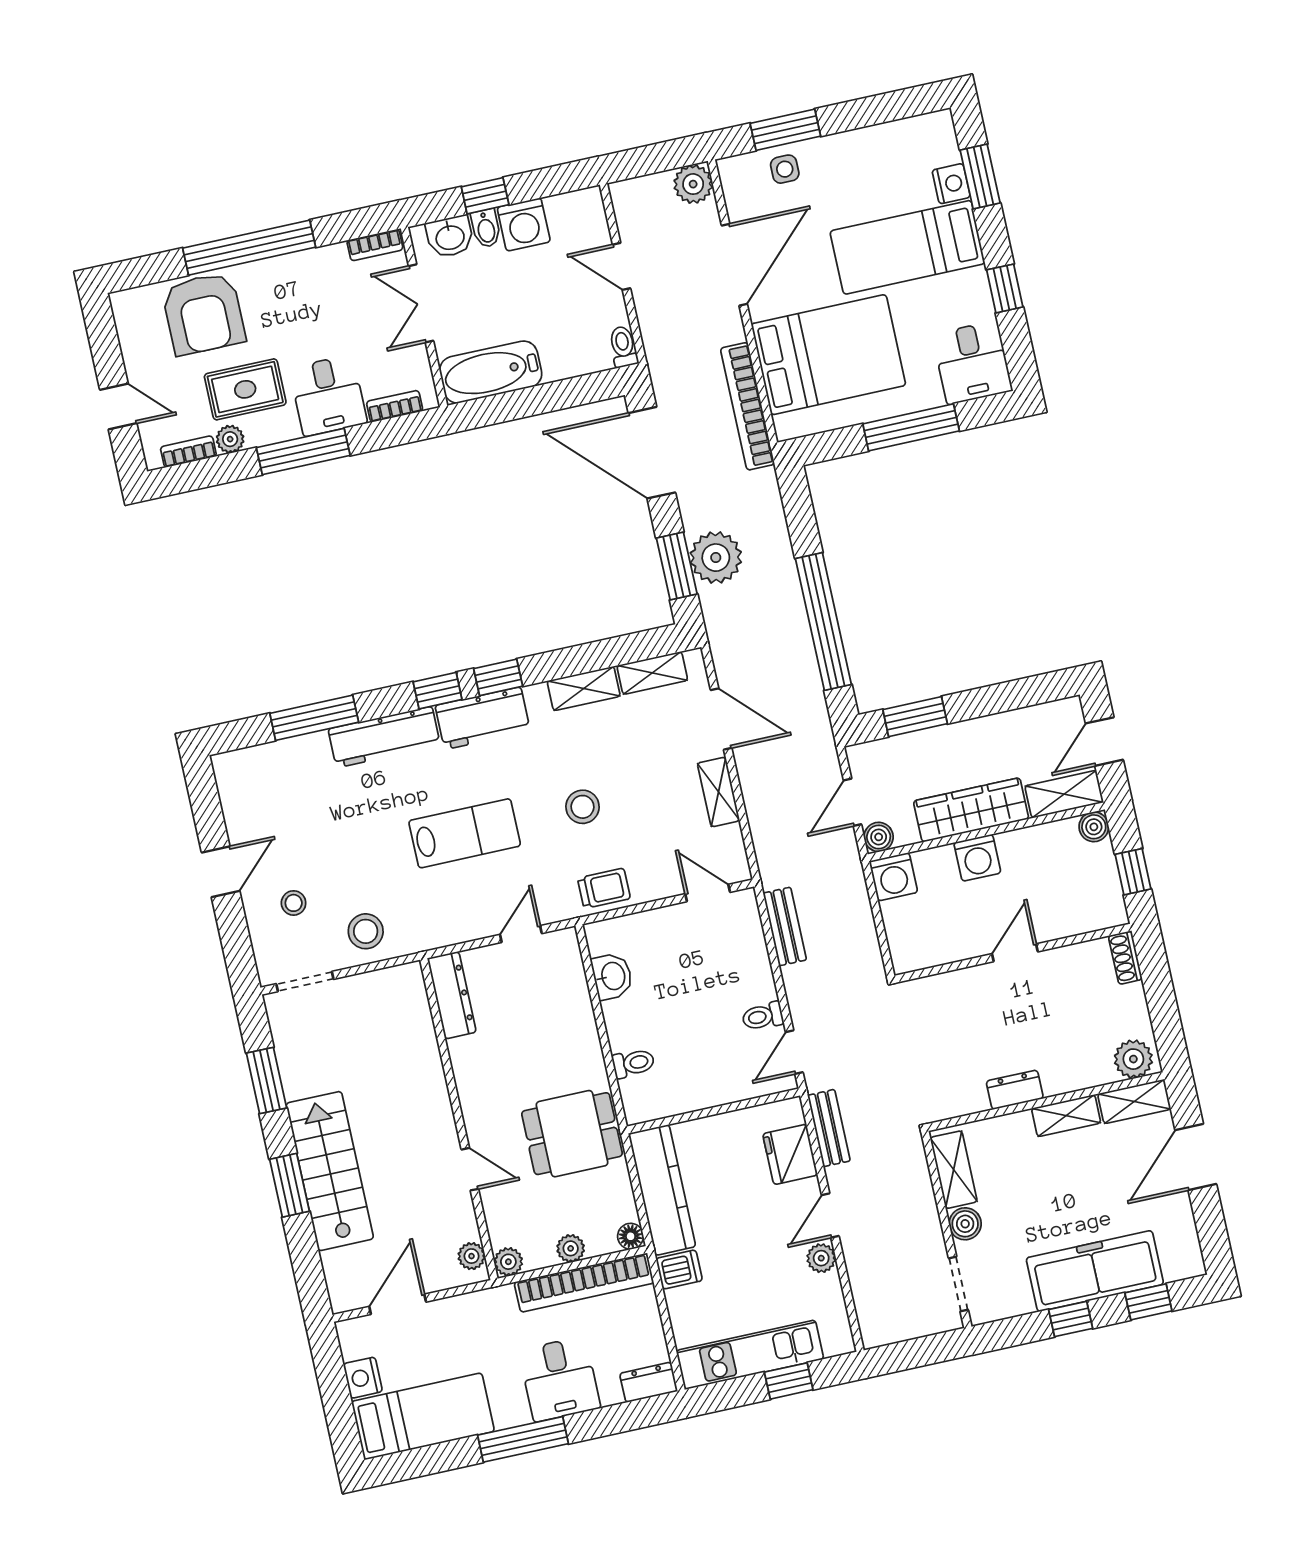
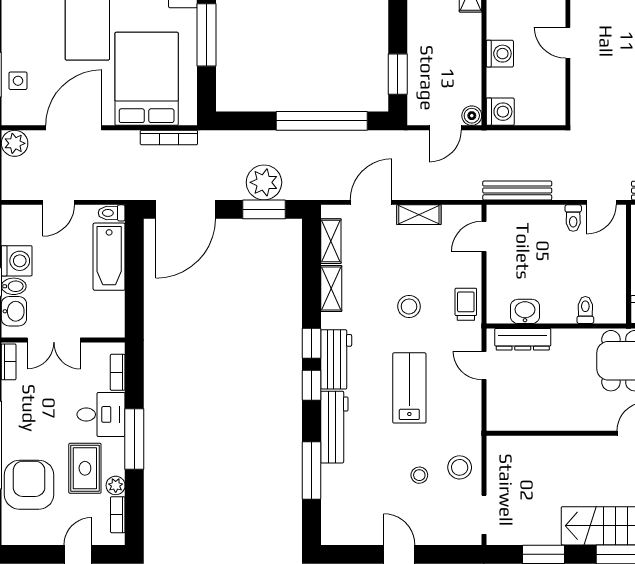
door: (734, 265) -> (74, 128), hinge flipped
armchair: (204, 314) -> (29, 485), turned -90
bathtub: (491, 372) -> (109, 257), moved
bookcase: (747, 406) -> (169, 137), width x0.68, depth x0.76
door: (853, 802) -> (445, 128), hinge flipped
wardrobe: (971, 810) -> (467, 51), removed
stool: (294, 903) -> (419, 475), moved
bench: (785, 926) -> (517, 190), width x1.36
dresser: (452, 995) -> (523, 339), moved, turned 180
door: (794, 1052) -> (601, 202), hinge flipped

